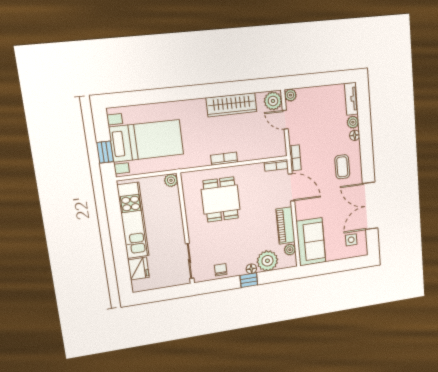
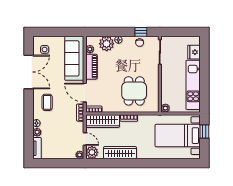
wardrobe: (262, 149) -> (103, 121), added
sofa: (311, 242) -> (74, 58), width x1.36
window: (249, 280) -> (141, 32), moved

